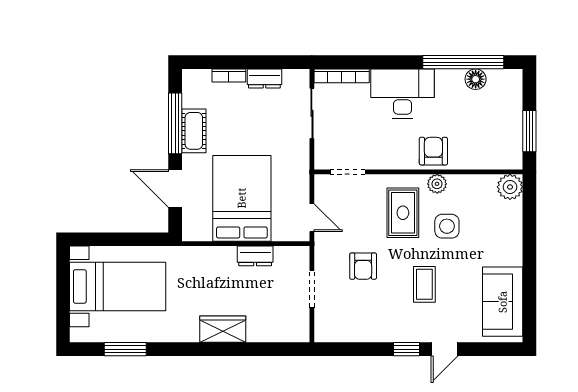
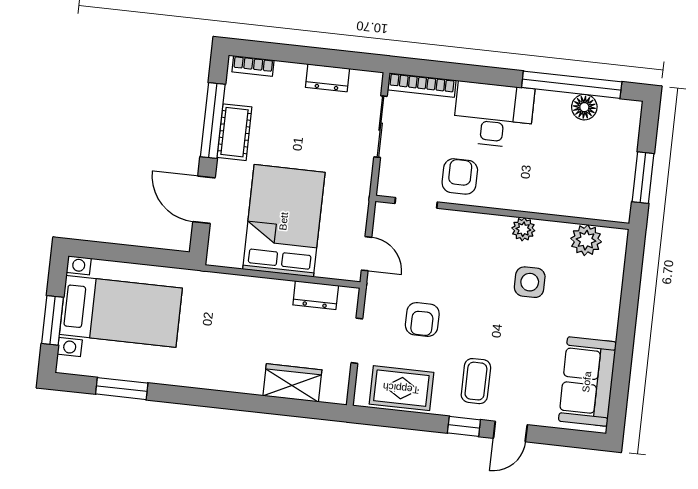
bookcase: (229, 75) -> (253, 66), moved
armchair: (433, 151) -> (460, 176), moved
plant: (510, 187) -> (586, 240), moved
rug: (403, 213) -> (401, 388), moved, turned 90
dresser: (255, 256) -> (316, 295), moved
coffee table: (424, 284) -> (476, 381), moved
window: (63, 300) -> (53, 320), added
wardrobe: (223, 329) -> (292, 383), moved

